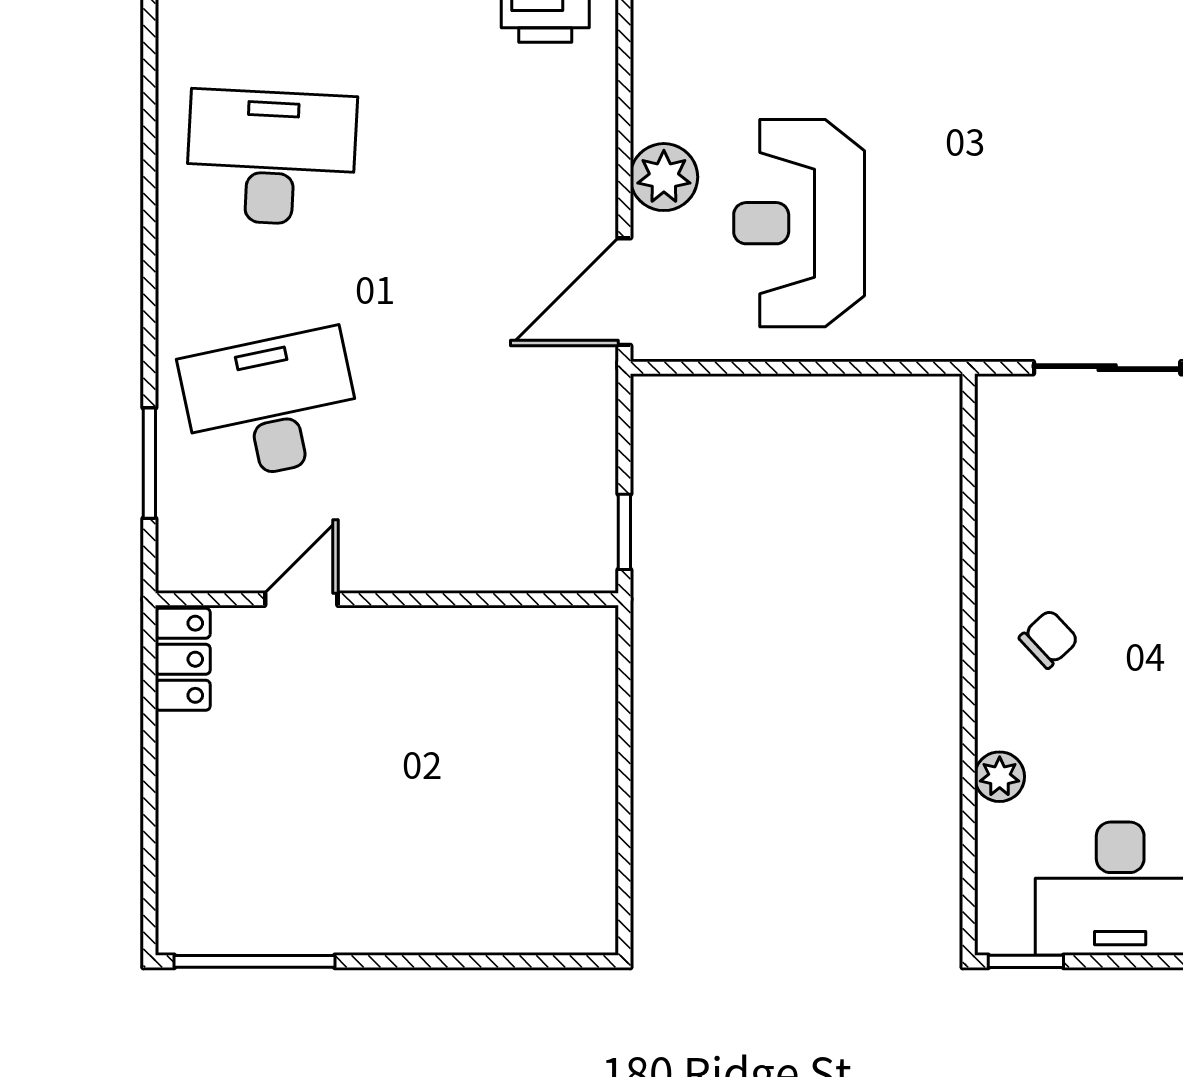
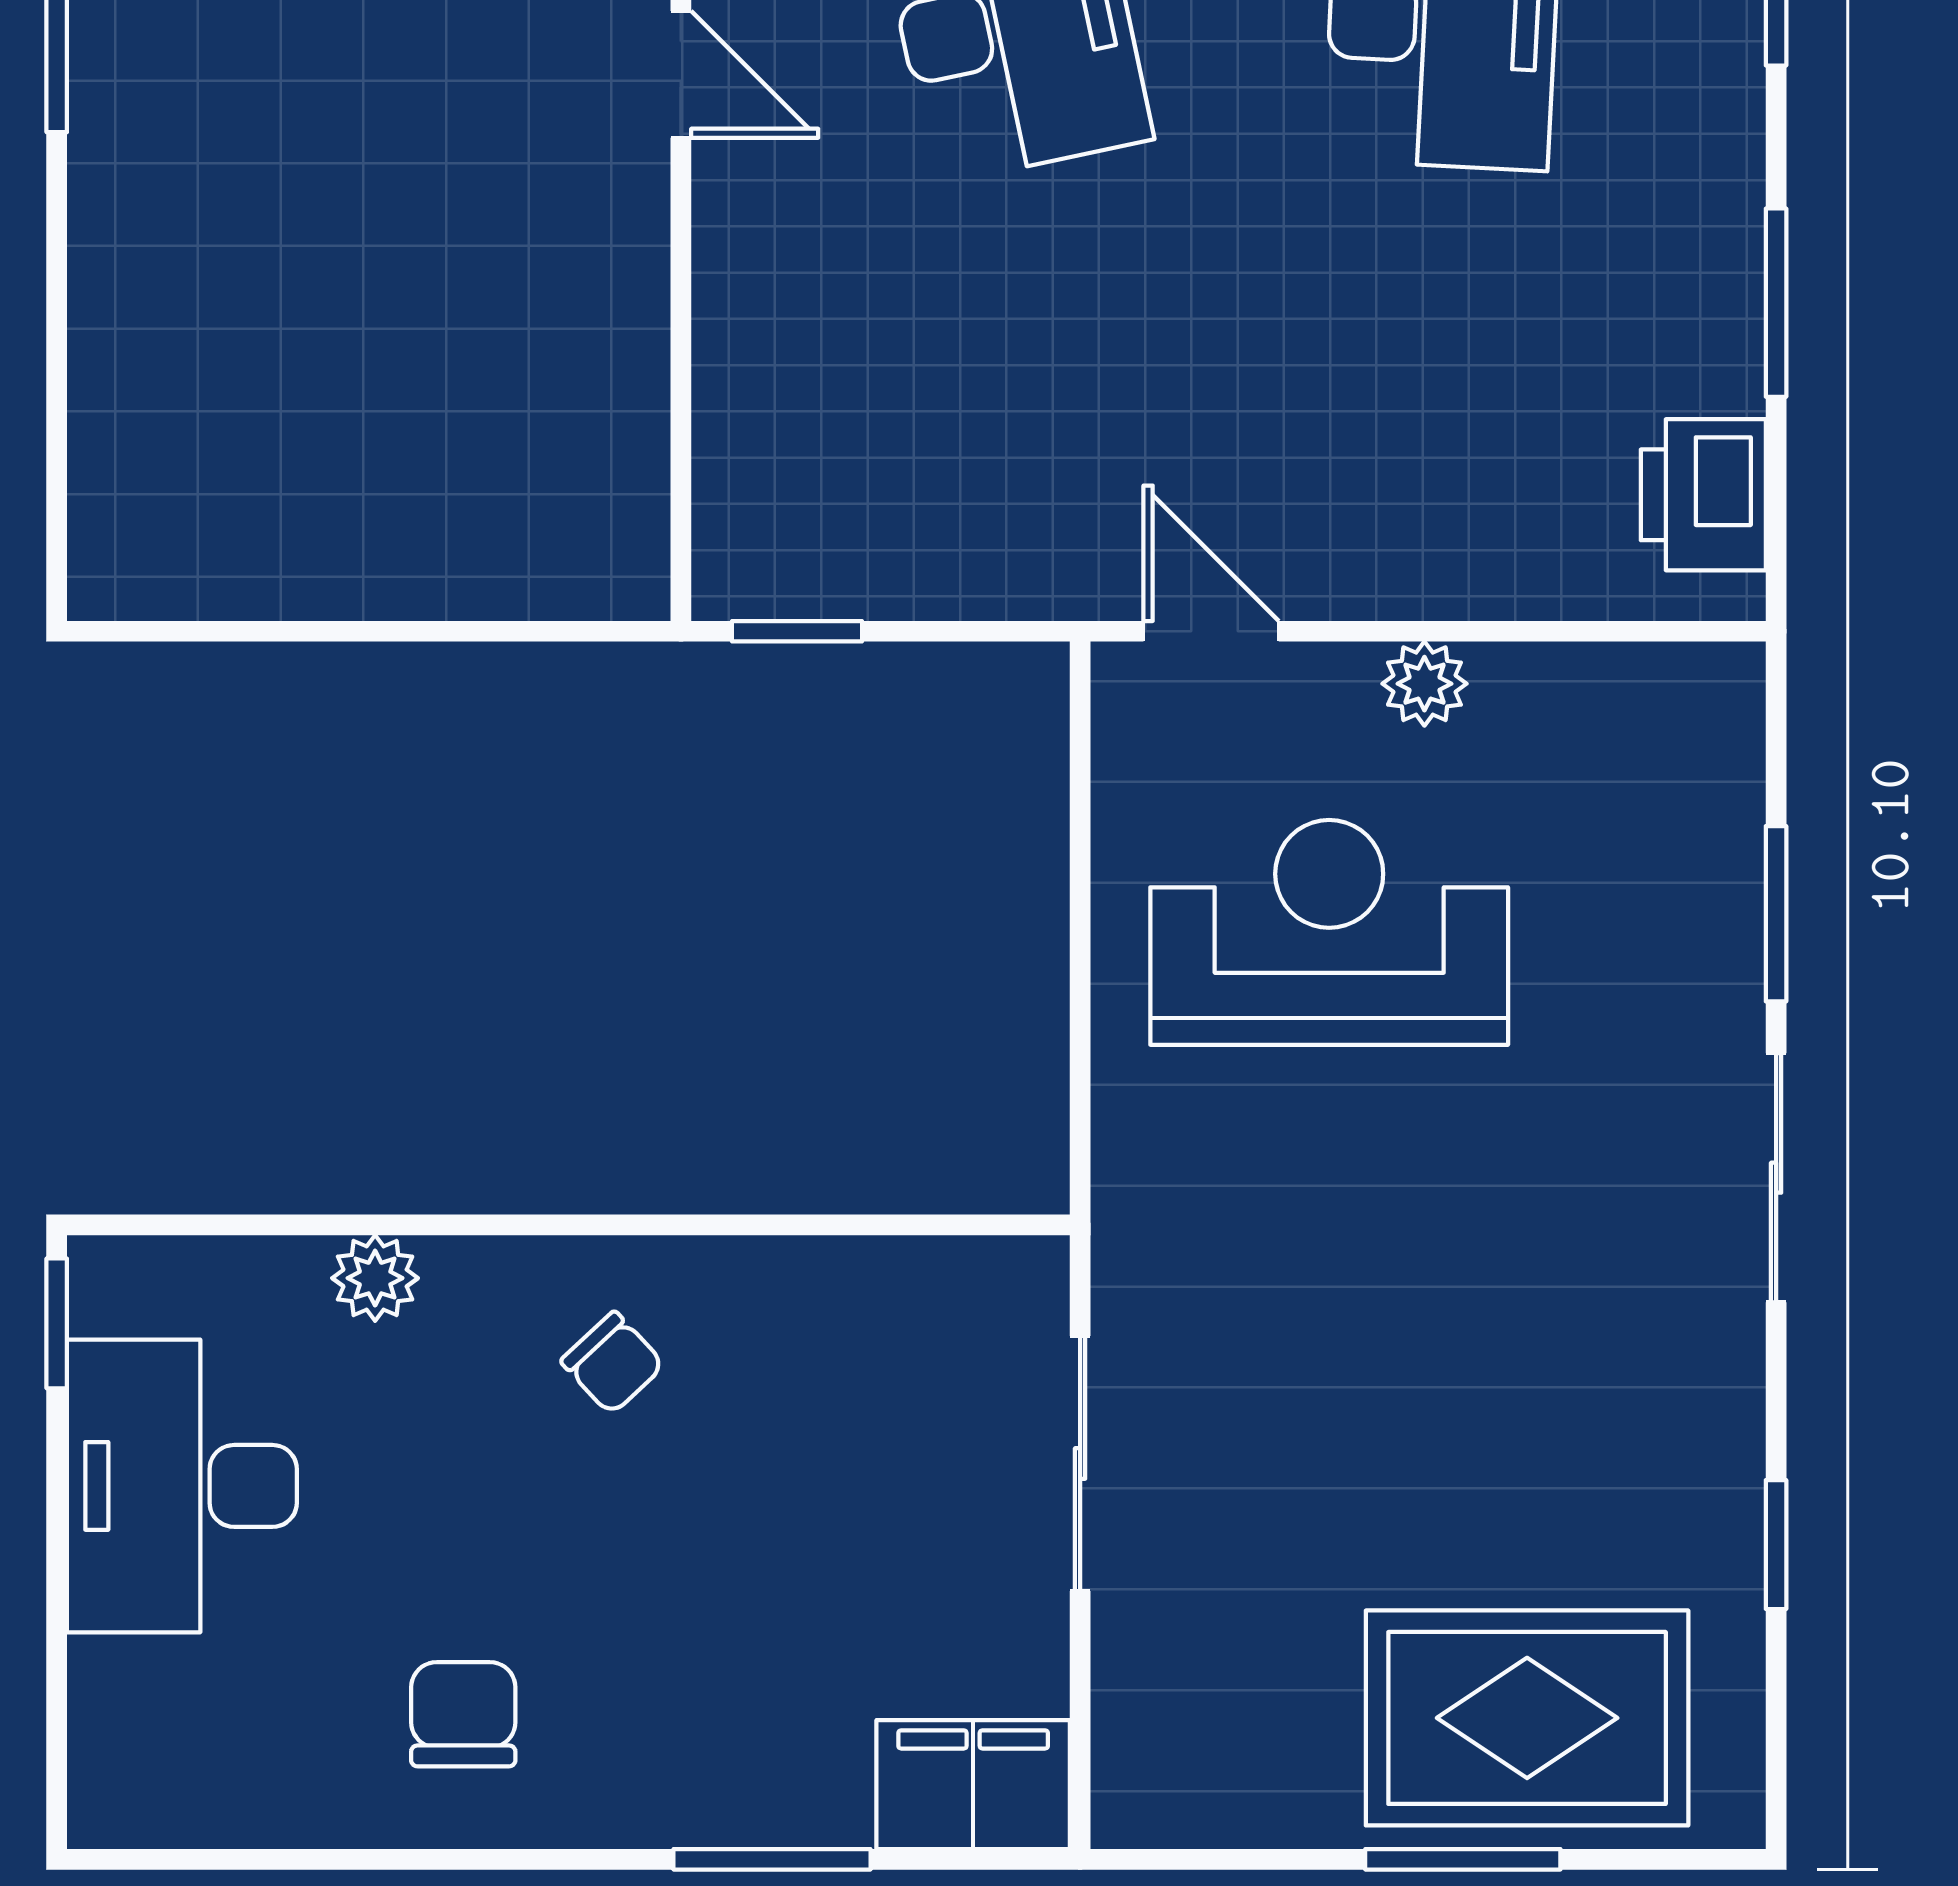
plant: (664, 177) -> (1424, 684), width x0.73, depth x0.73
door: (624, 292) -> (1211, 631), width x0.73

